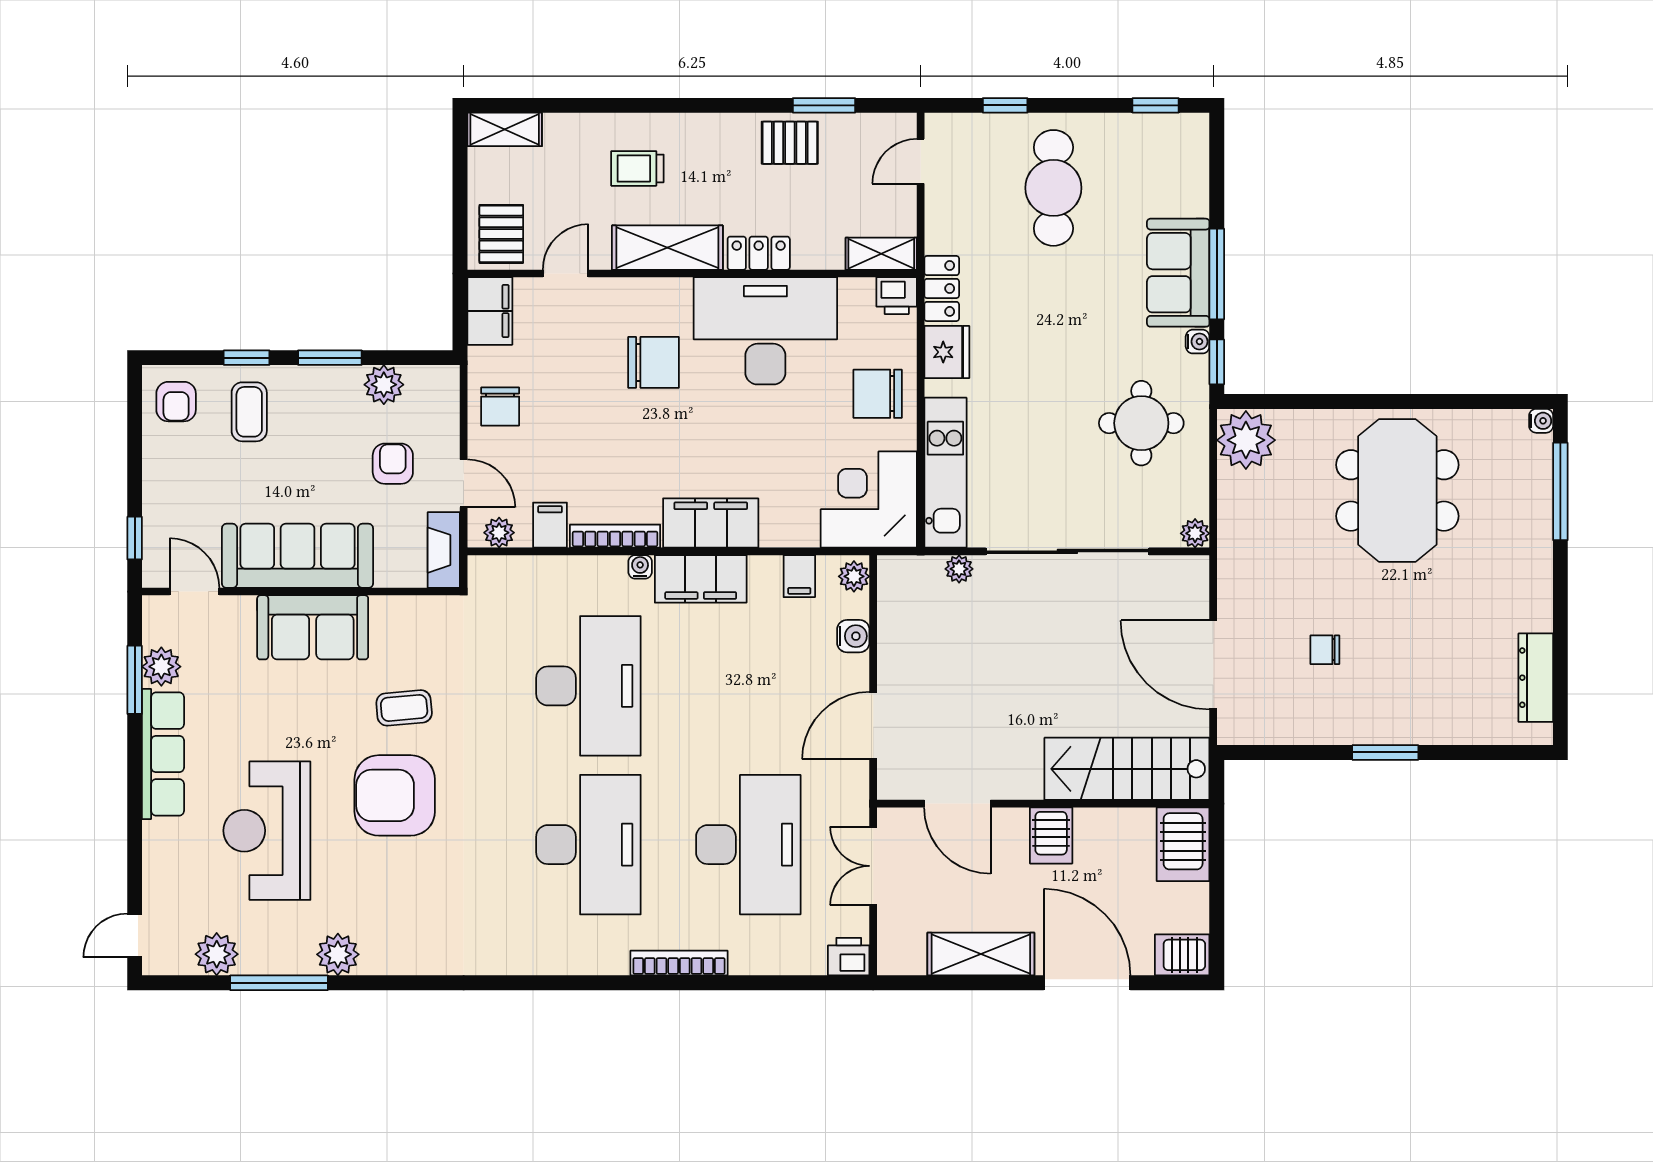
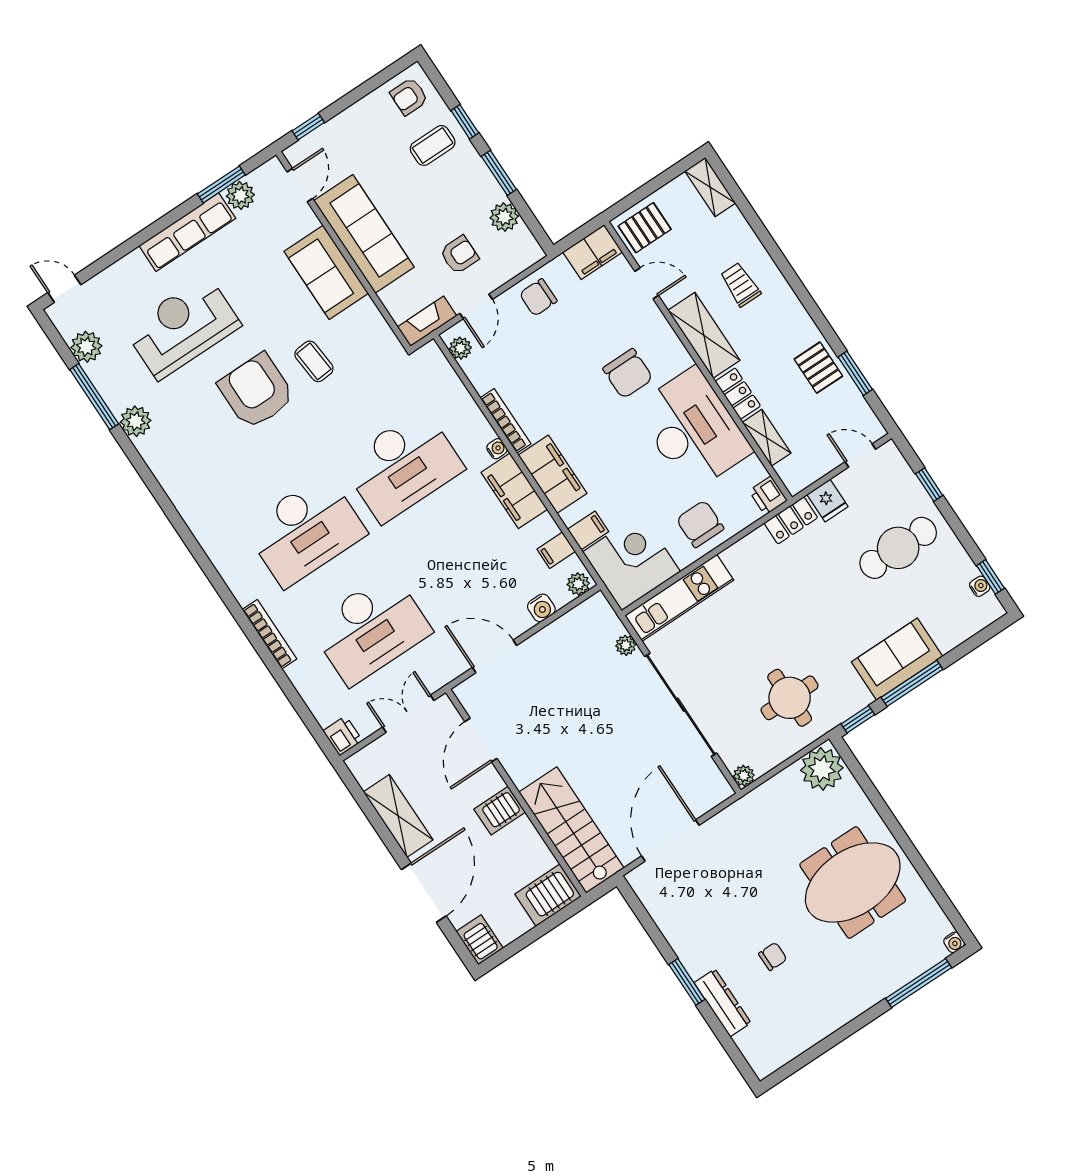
shelving: (881, 254) -> (767, 438), moved
water cooler: (1198, 342) -> (980, 586), moved, turned -90
fridge: (947, 352) -> (827, 501), moved, width x0.72
filing cabinet: (550, 525) -> (588, 530), moved
chair: (1325, 650) -> (773, 956), moved, turned 90
dresser: (1536, 678) -> (723, 1003), moved, turned 90

